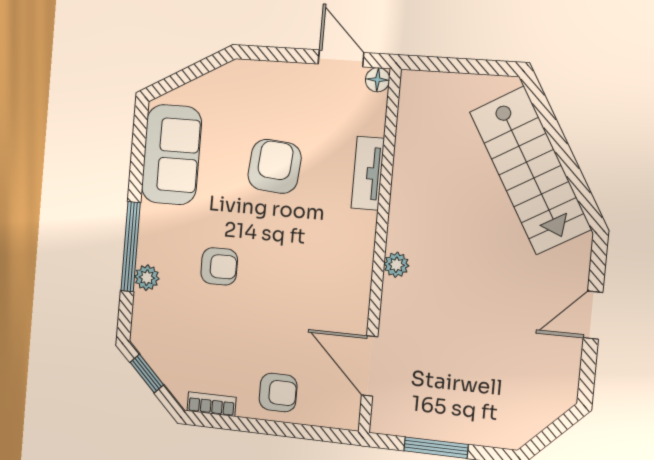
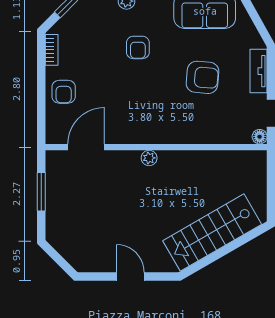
tv unit: (368, 173) -> (259, 71), moved, turned -90

